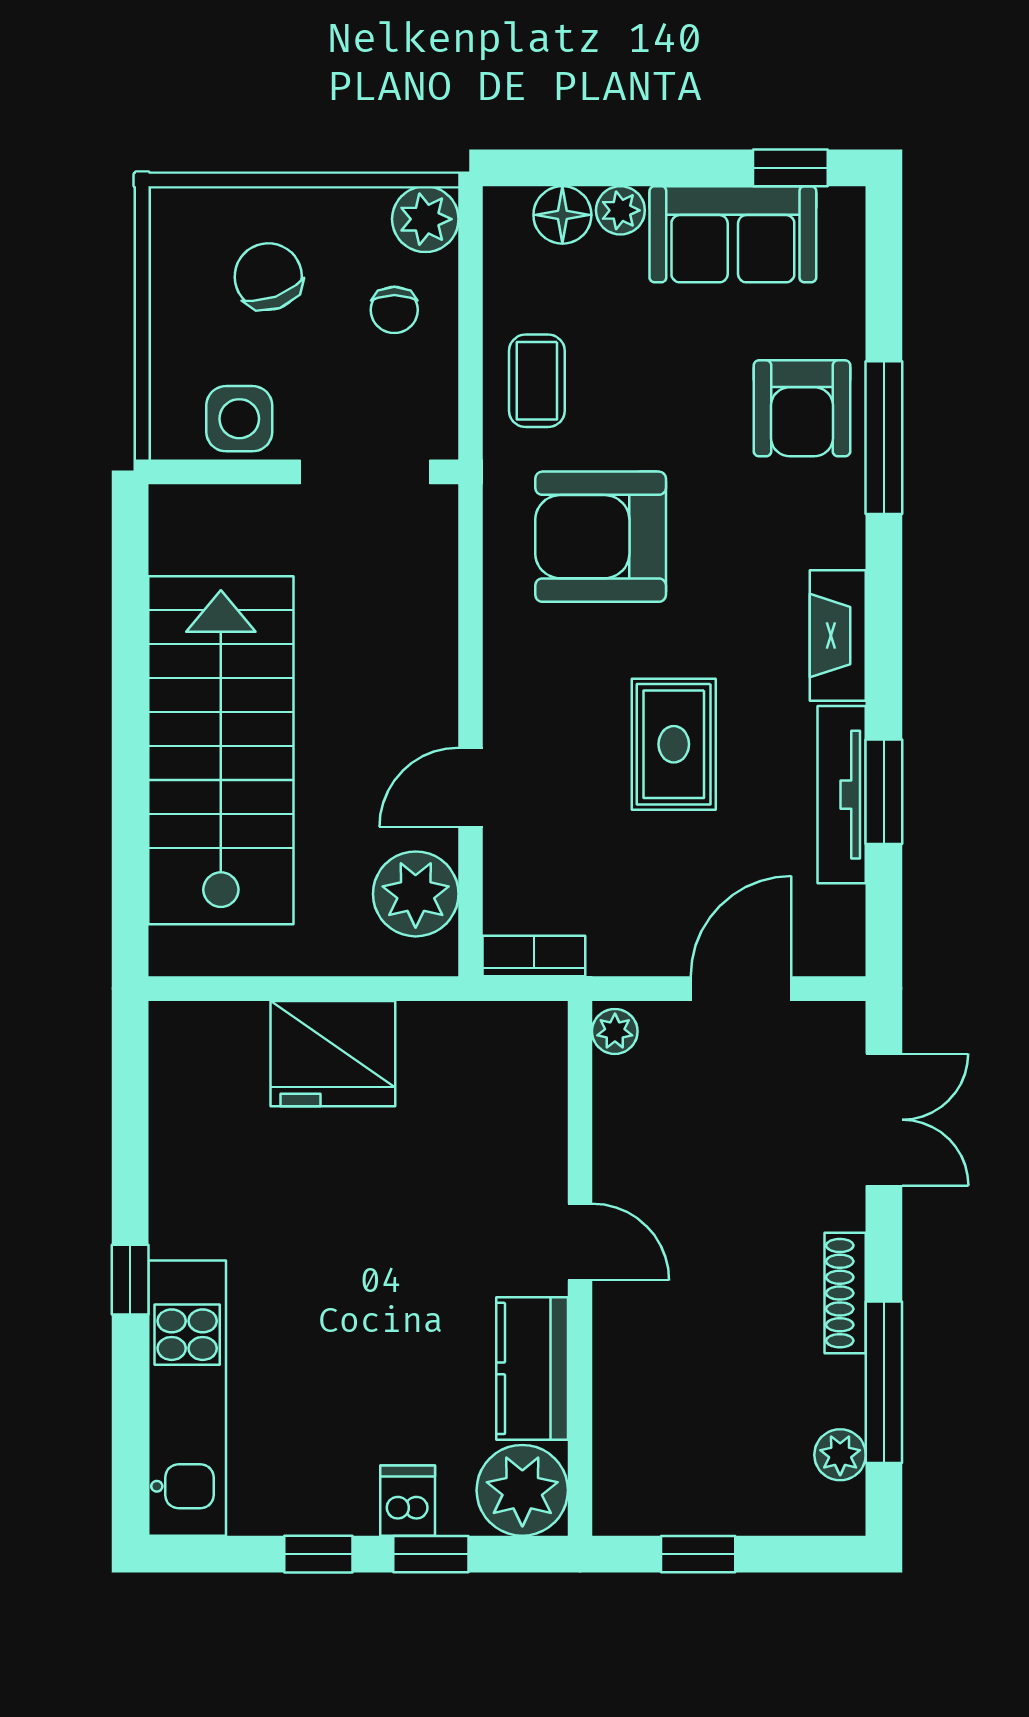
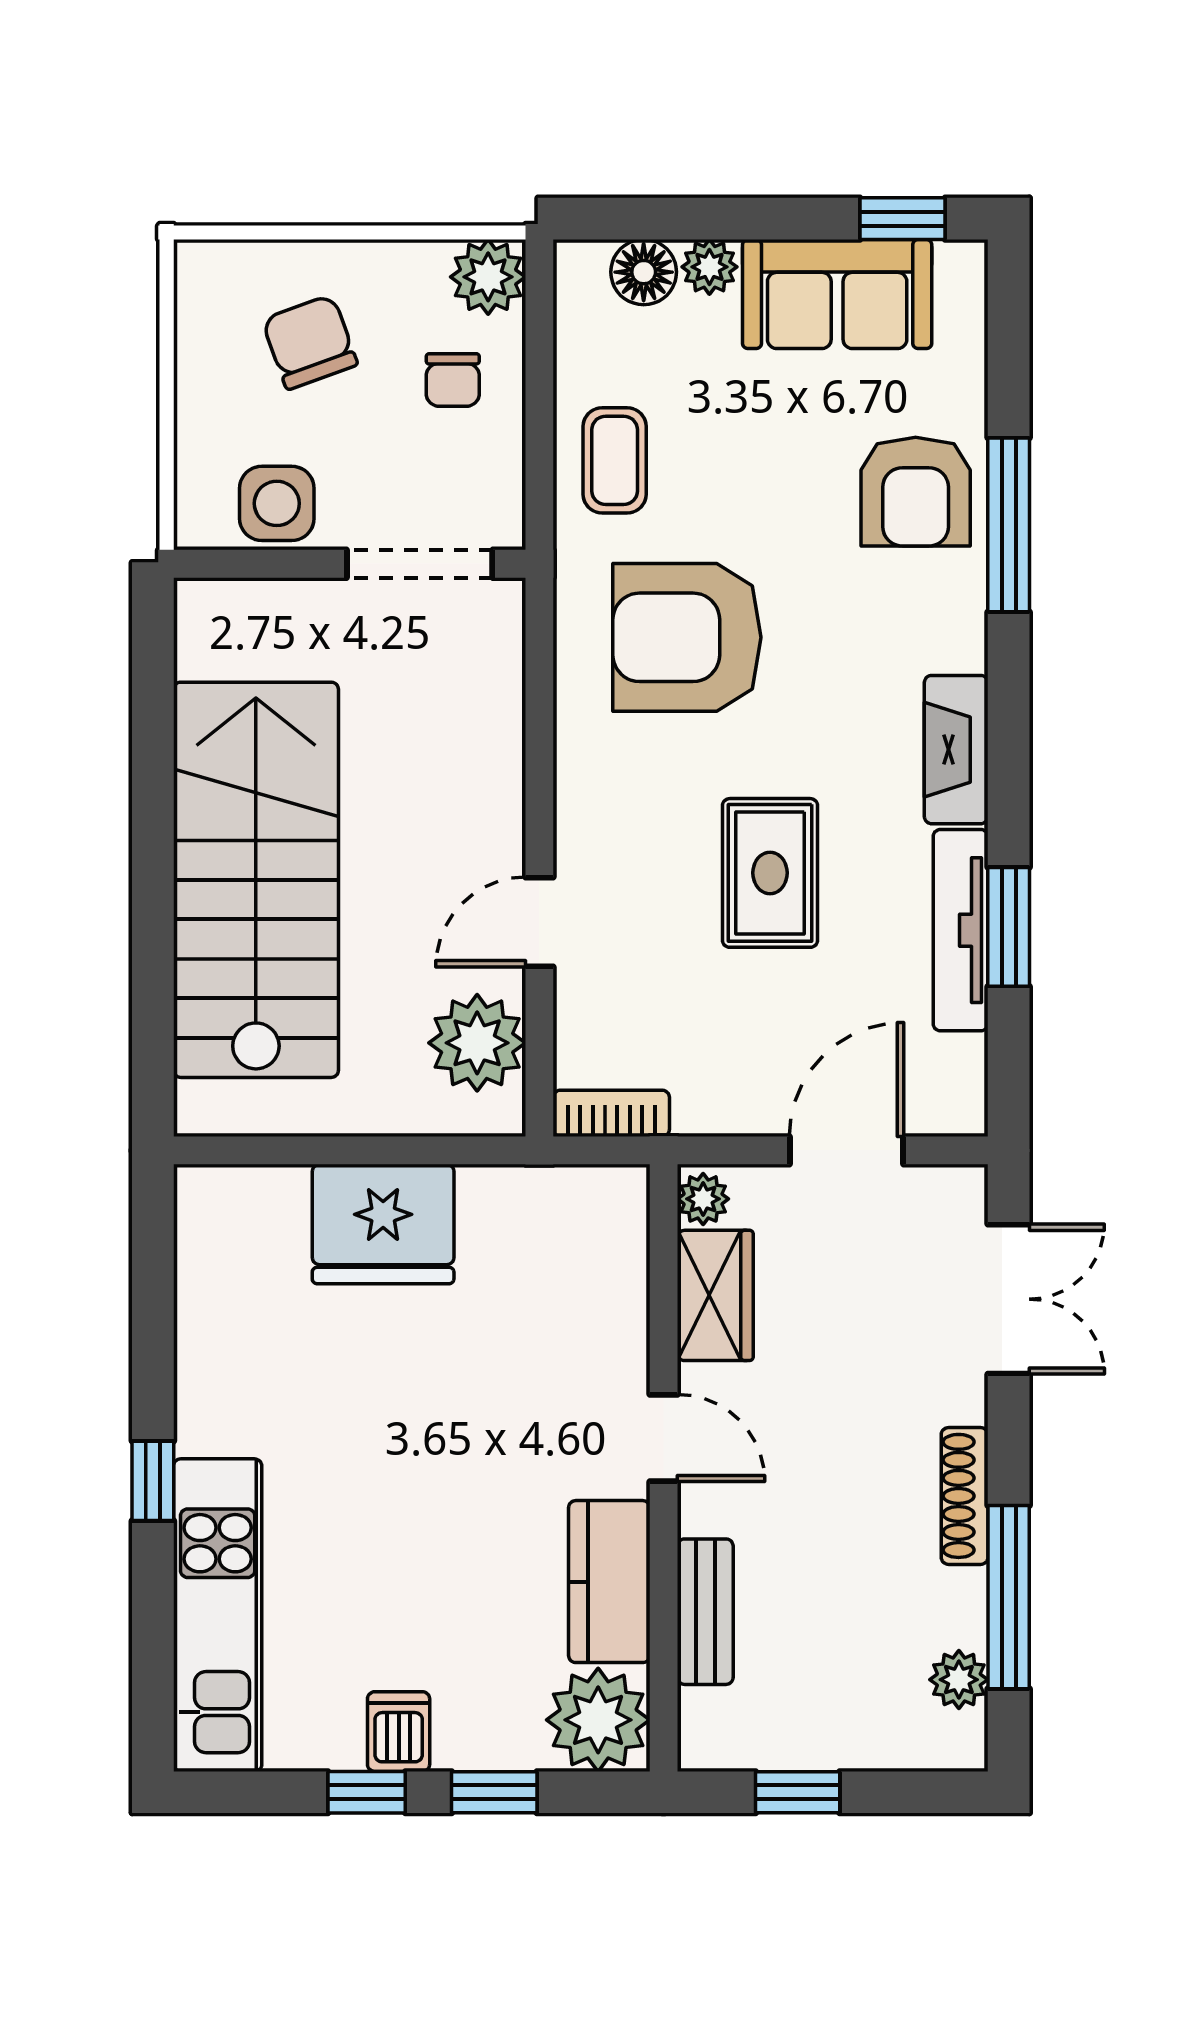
wardrobe: (625, 1116) -> (715, 1295), added
bench: (617, 1395) -> (705, 1612), added
dishwasher: (408, 1501) -> (399, 1732), moved

